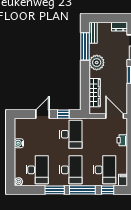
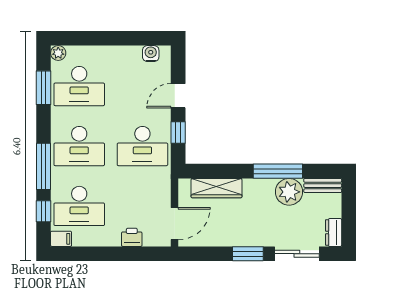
window: (85, 46) -> (278, 171), moved
plant: (97, 63) -> (289, 192), moved
door: (43, 114) -> (178, 96), swing flipped
water cooler: (19, 143) -> (151, 54), moved
window: (55, 190) -> (44, 88), moved

